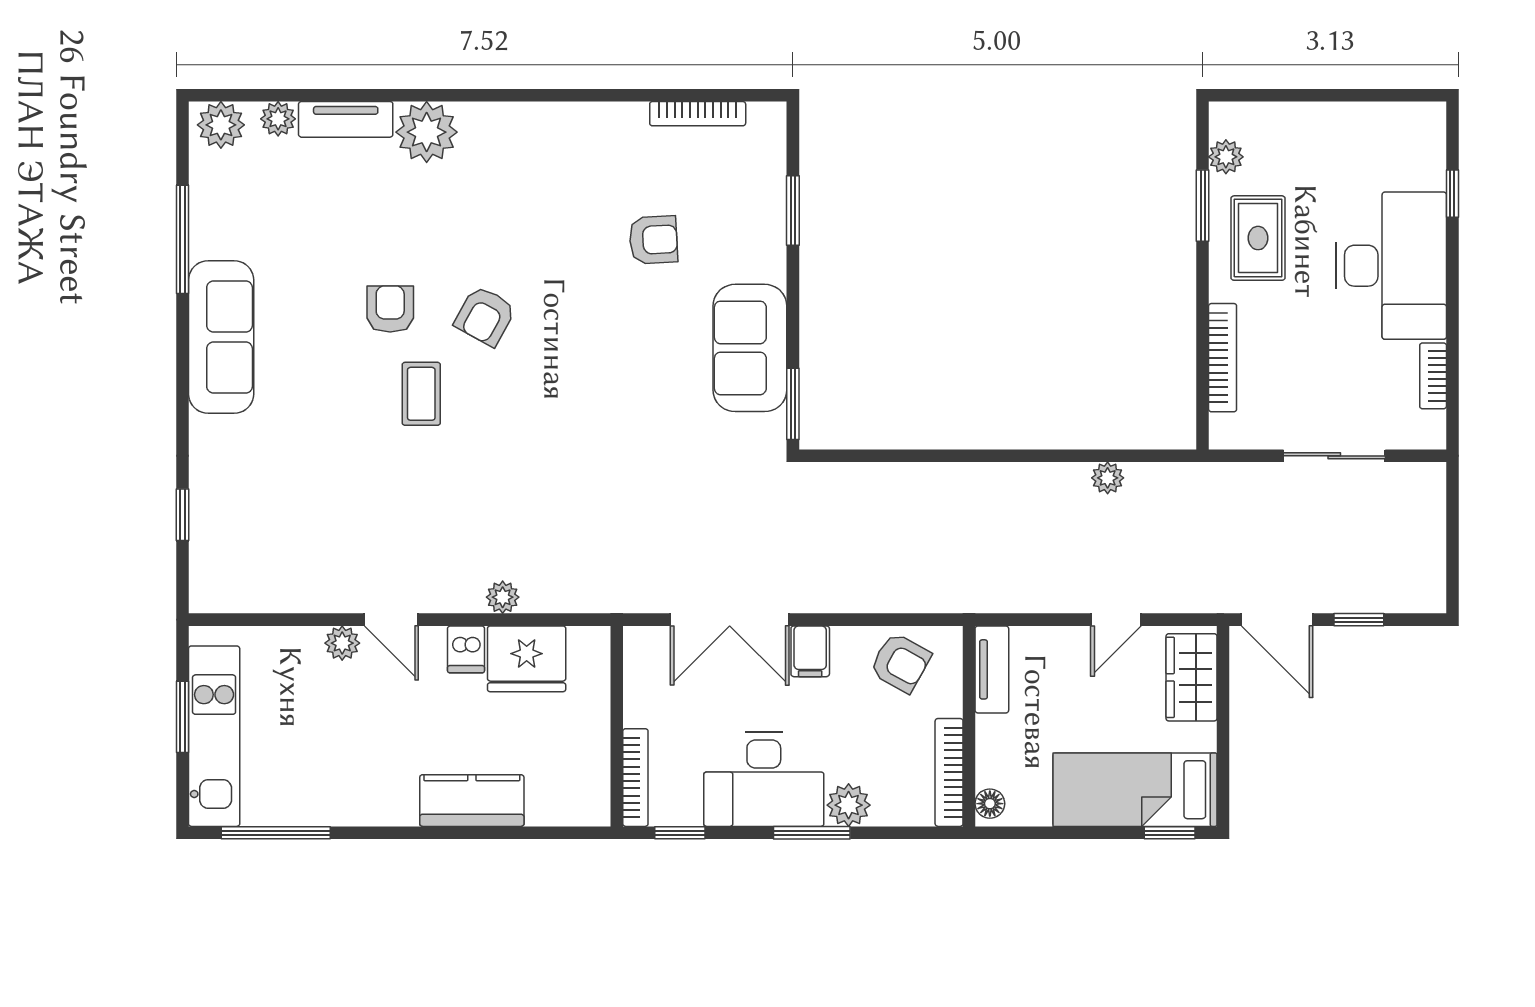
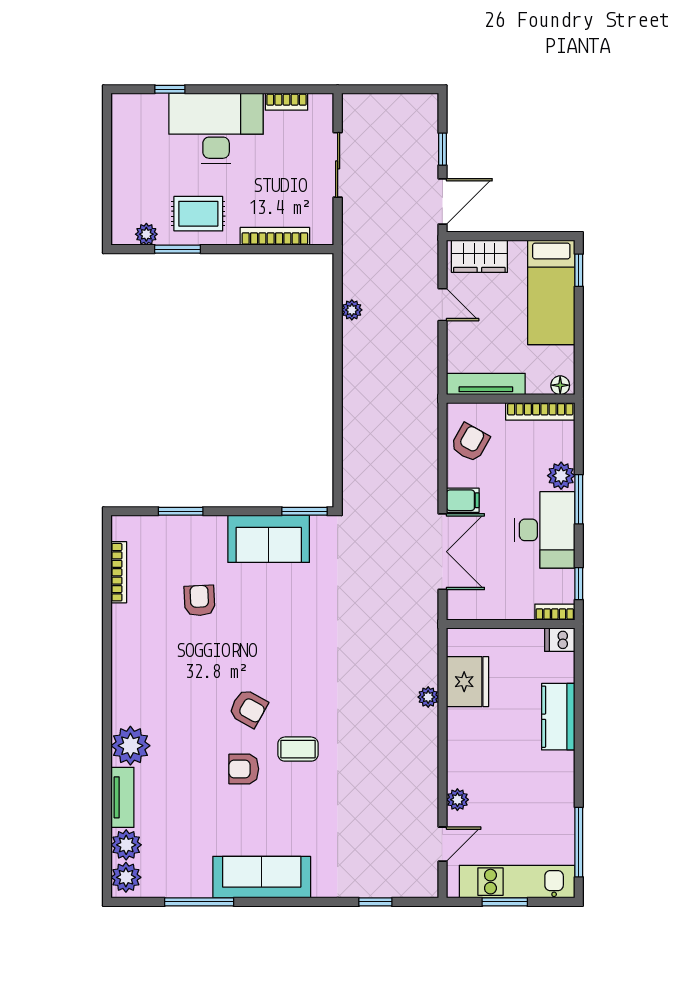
plant: (278, 119) -> (126, 845), width x1.38, depth x1.38
door: (391, 620) -> (442, 844), moved
dishwasher: (466, 649) -> (560, 640), moved, turned 180
tv unit: (992, 669) -> (486, 384), width x1.41
bookcase: (635, 778) -> (555, 612), width x0.64

